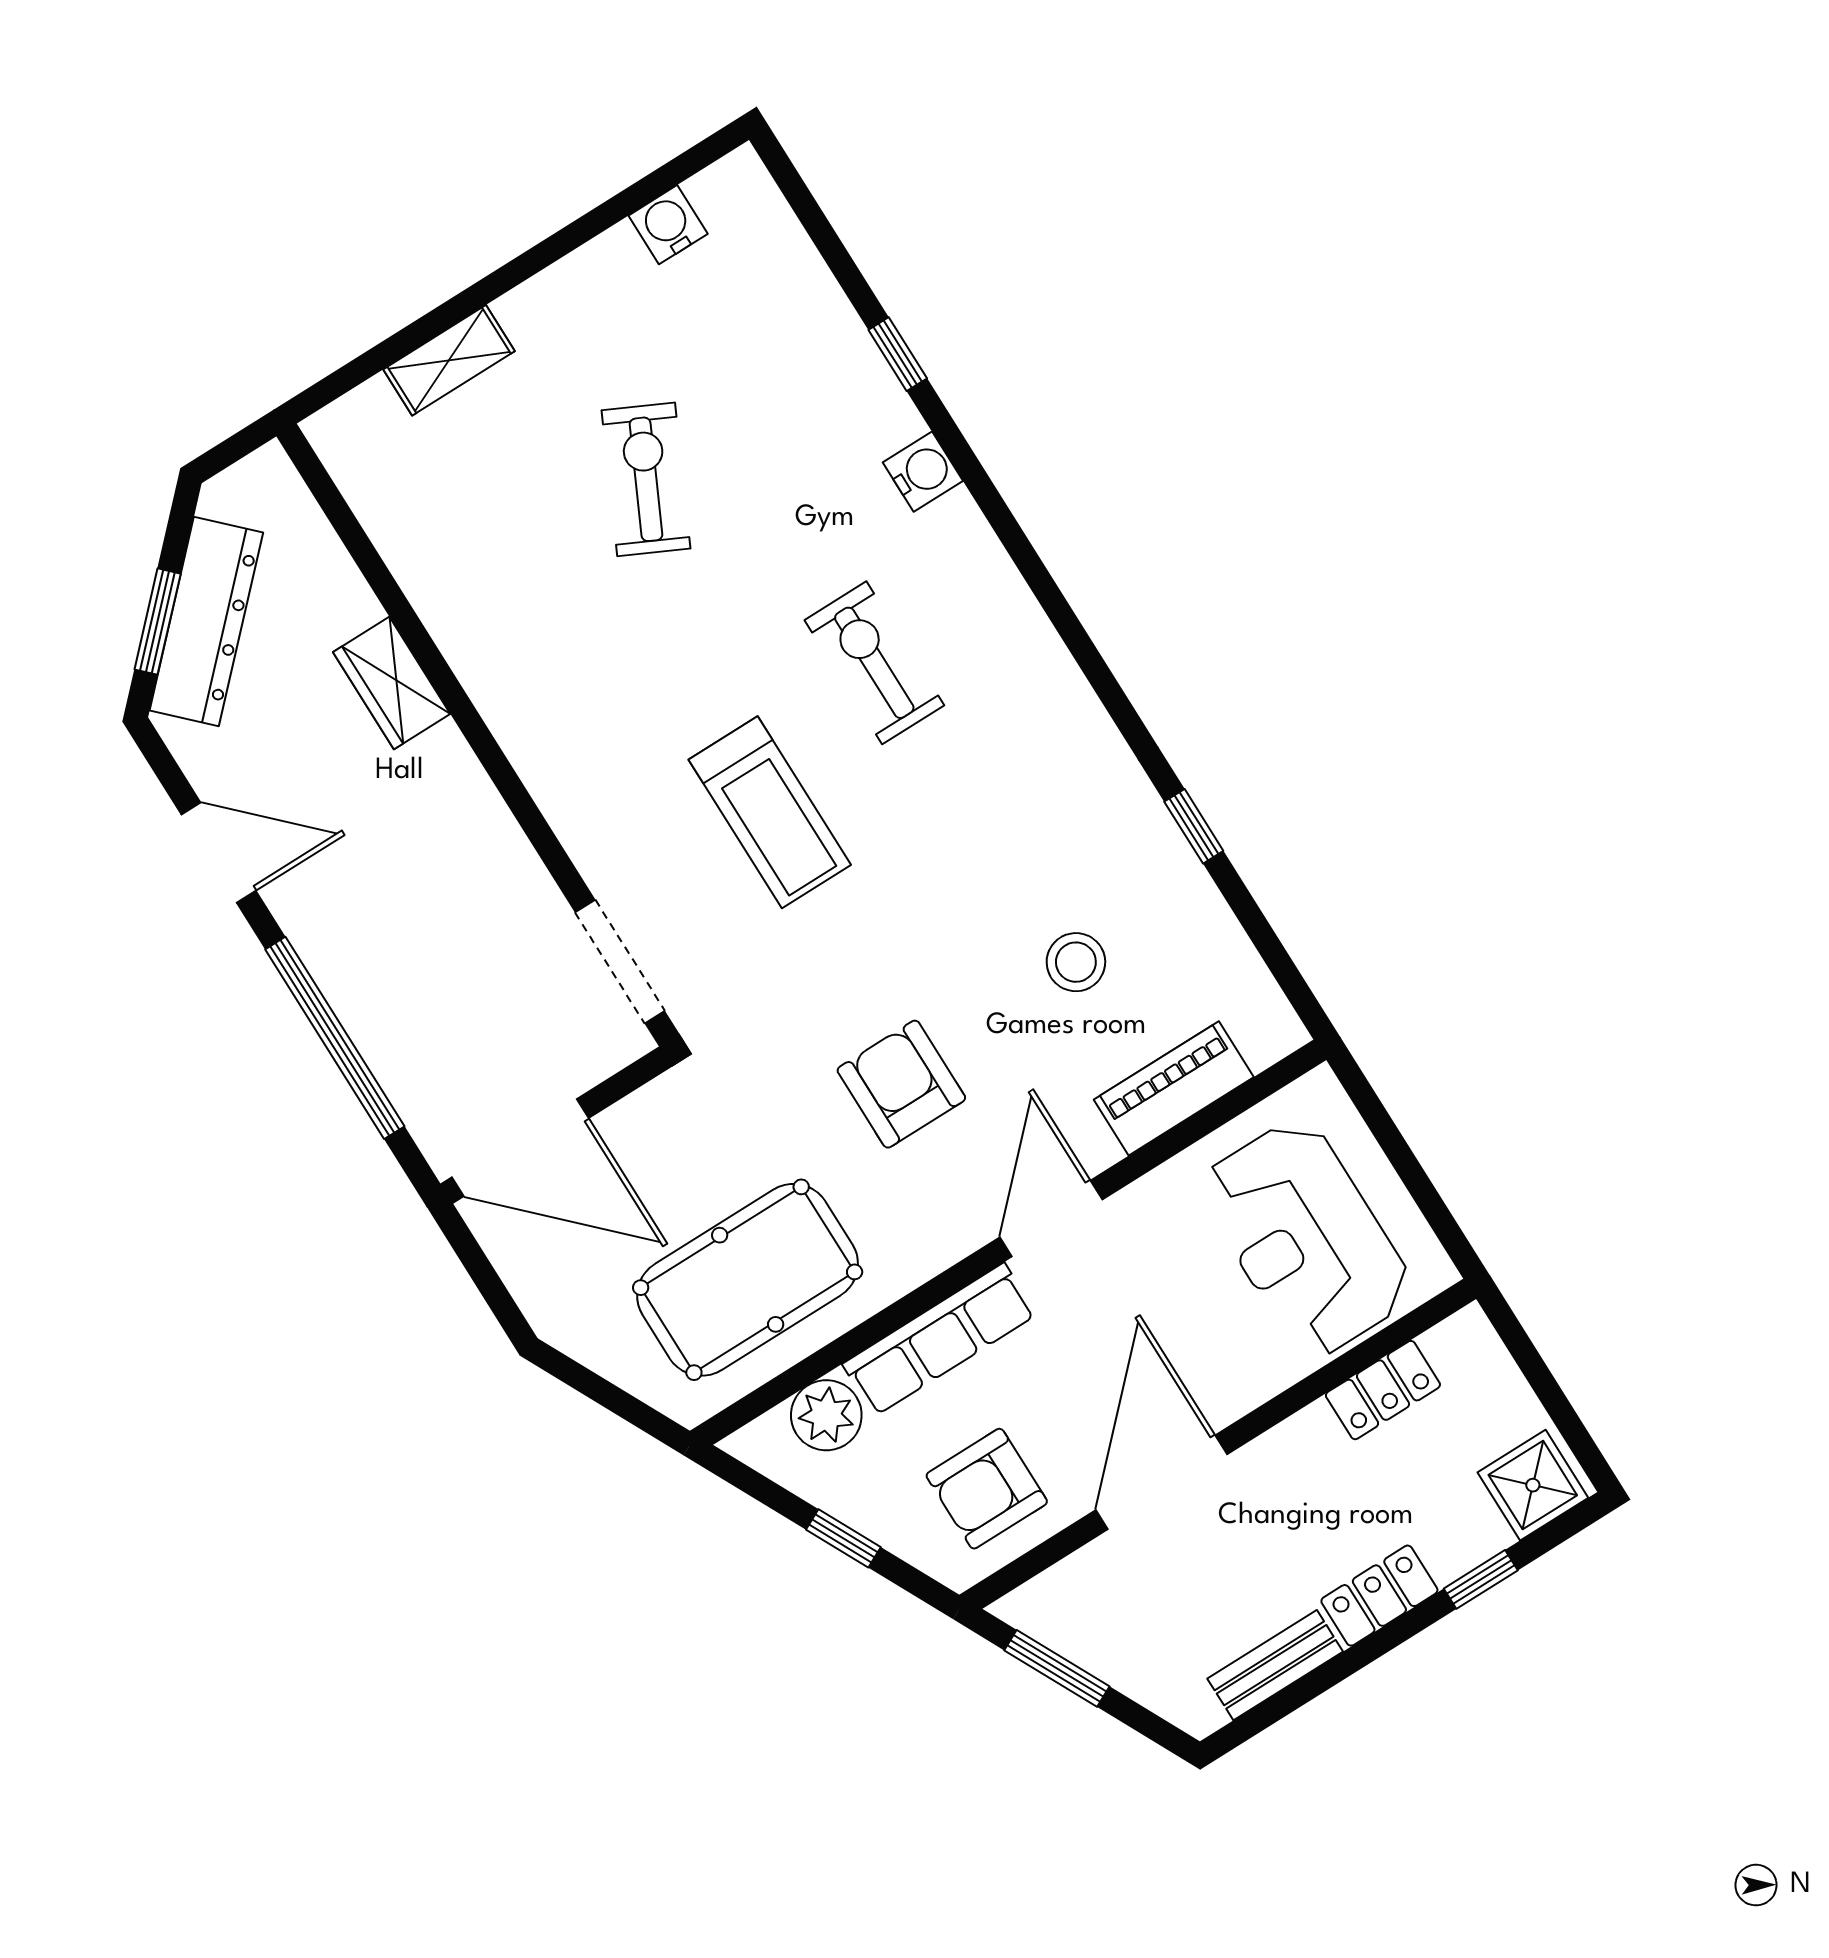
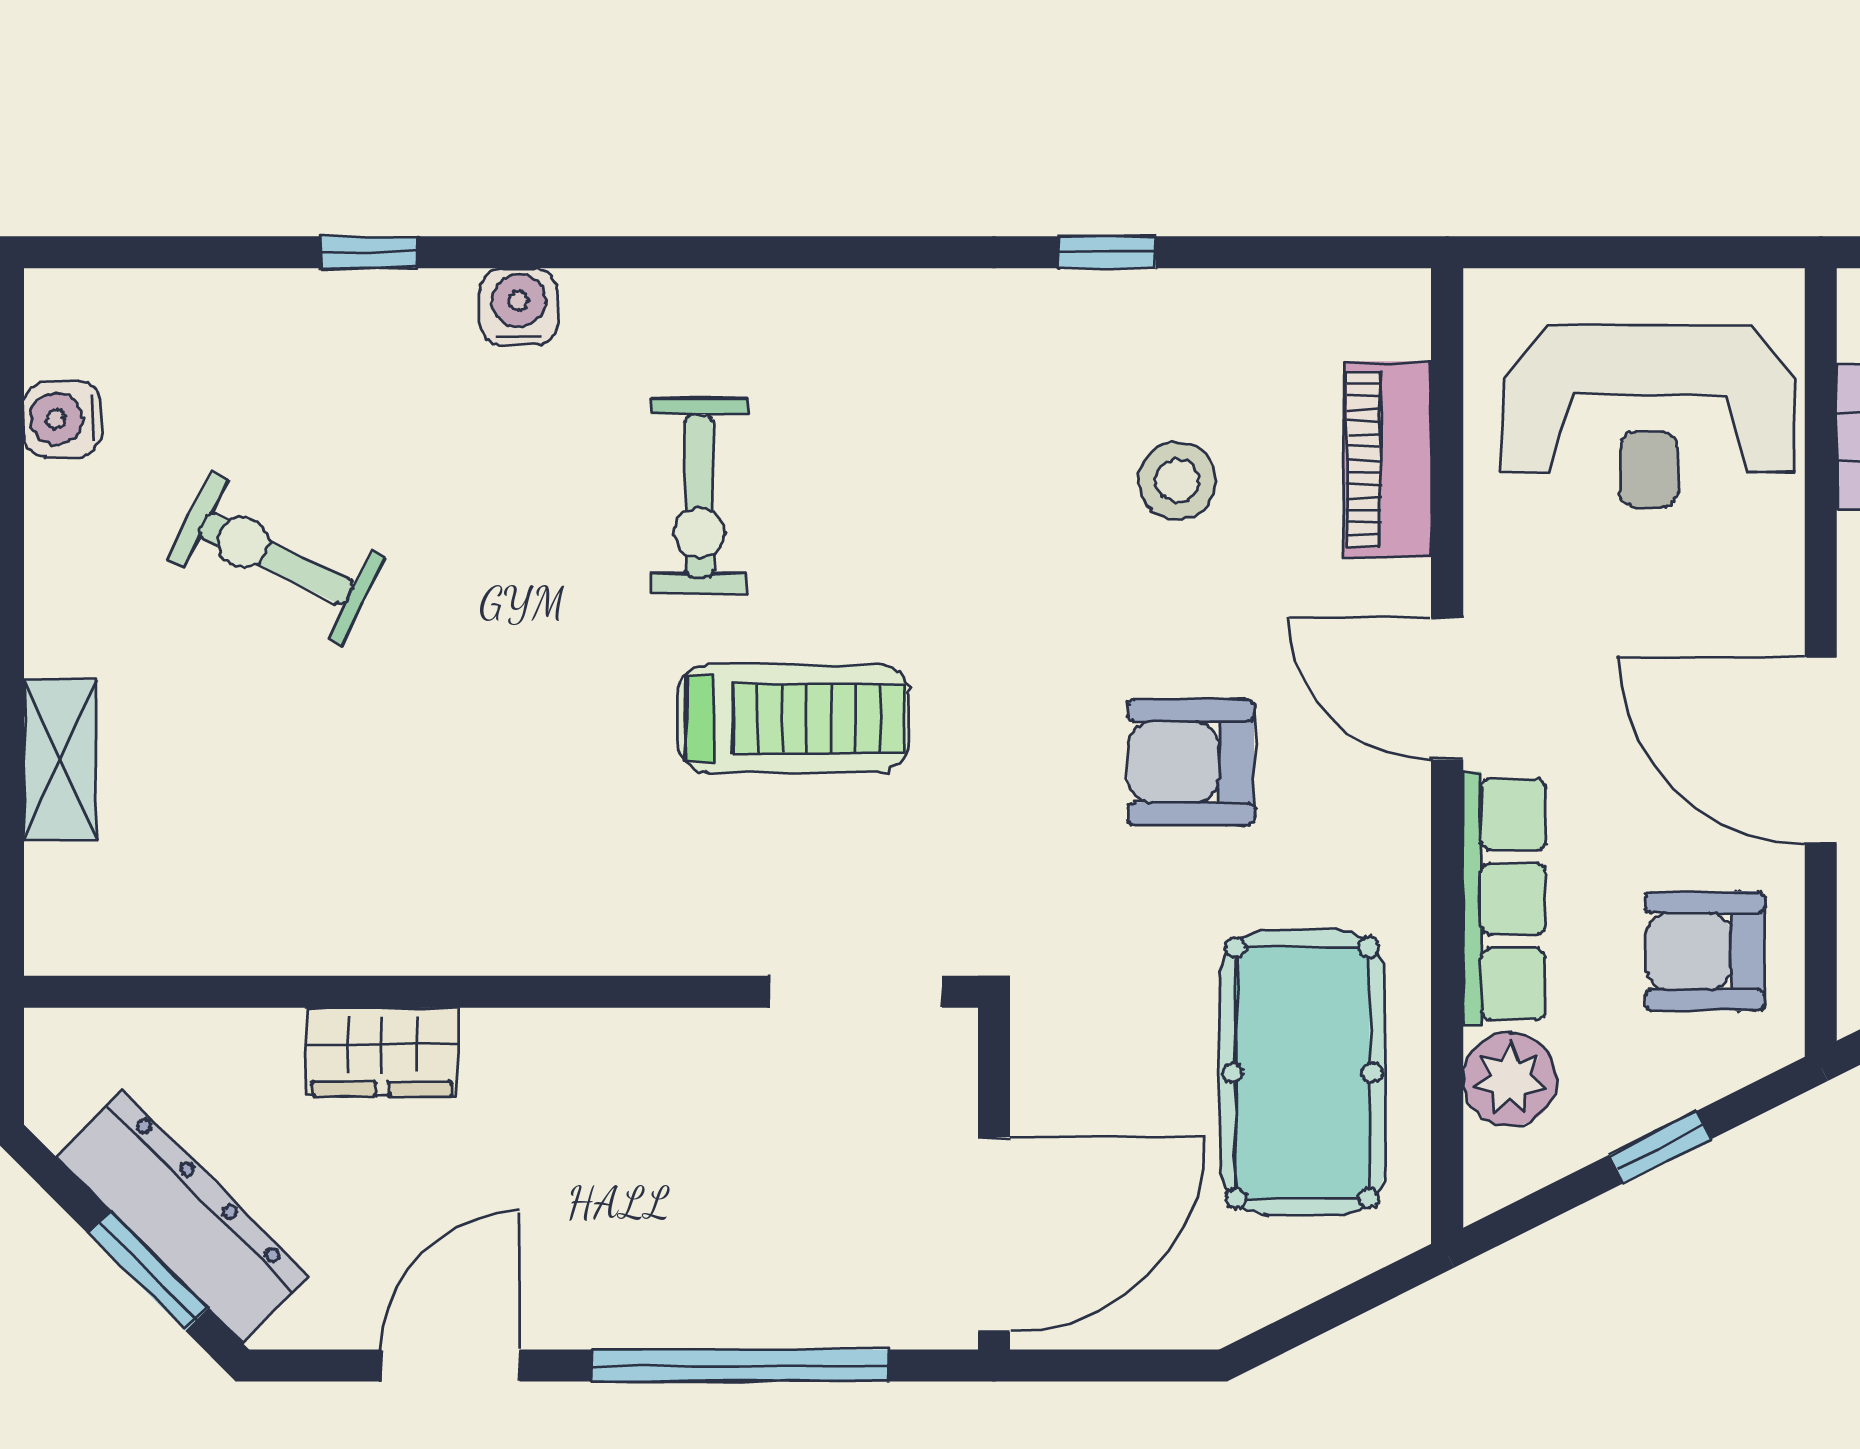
exercise bike: (646, 479) -> (276, 558), moved
exercise bike: (874, 663) -> (699, 496), turned -90
armchair: (987, 1489) -> (1705, 951), turned 90

